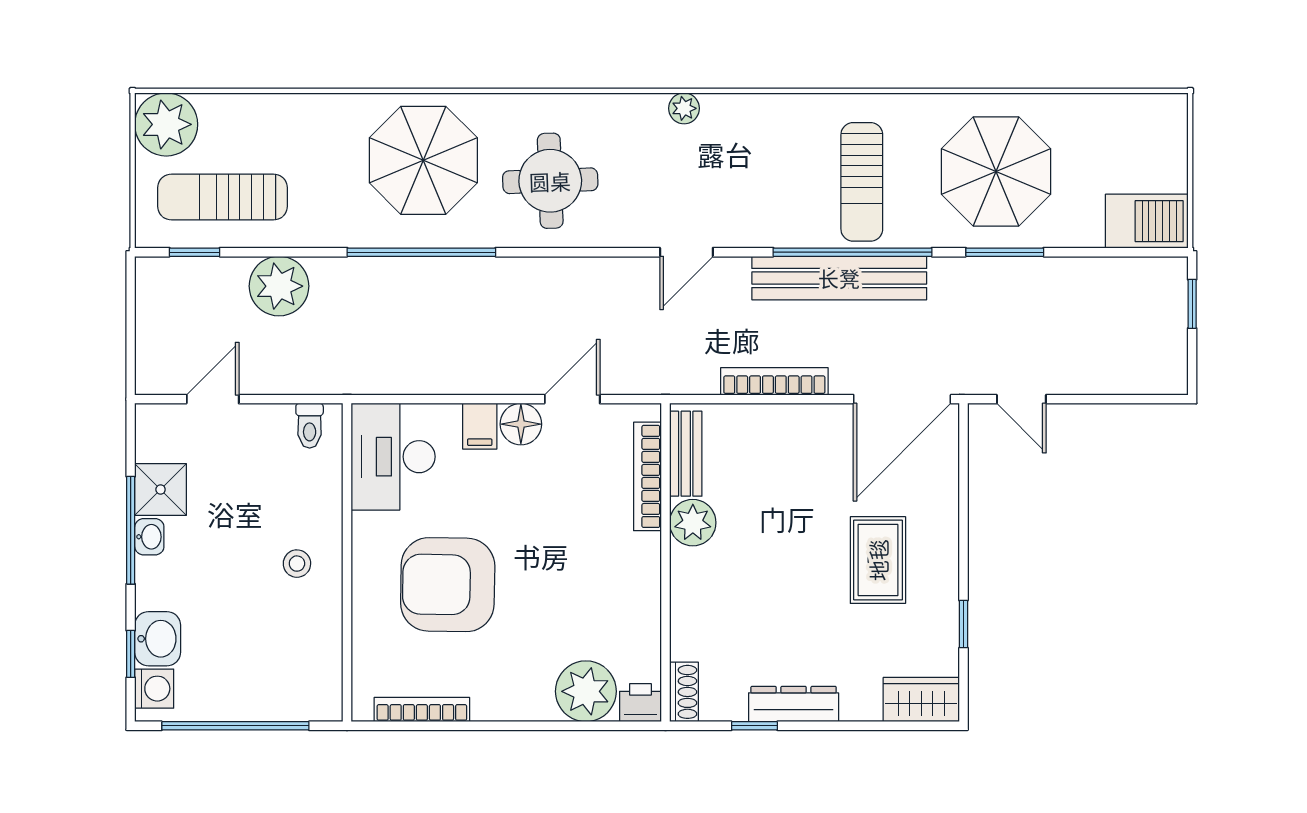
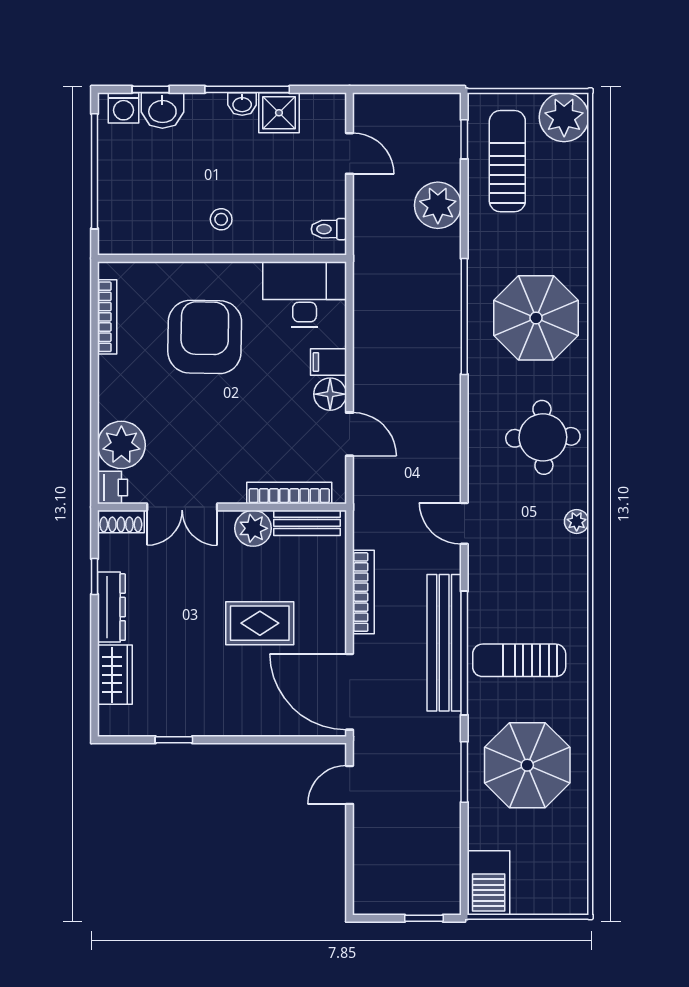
round table: (550, 181) -> (543, 437), moved
rug: (878, 560) -> (260, 623), moved
double door: (665, 614) -> (182, 507), added
wardrobe: (921, 700) -> (115, 675), moved

